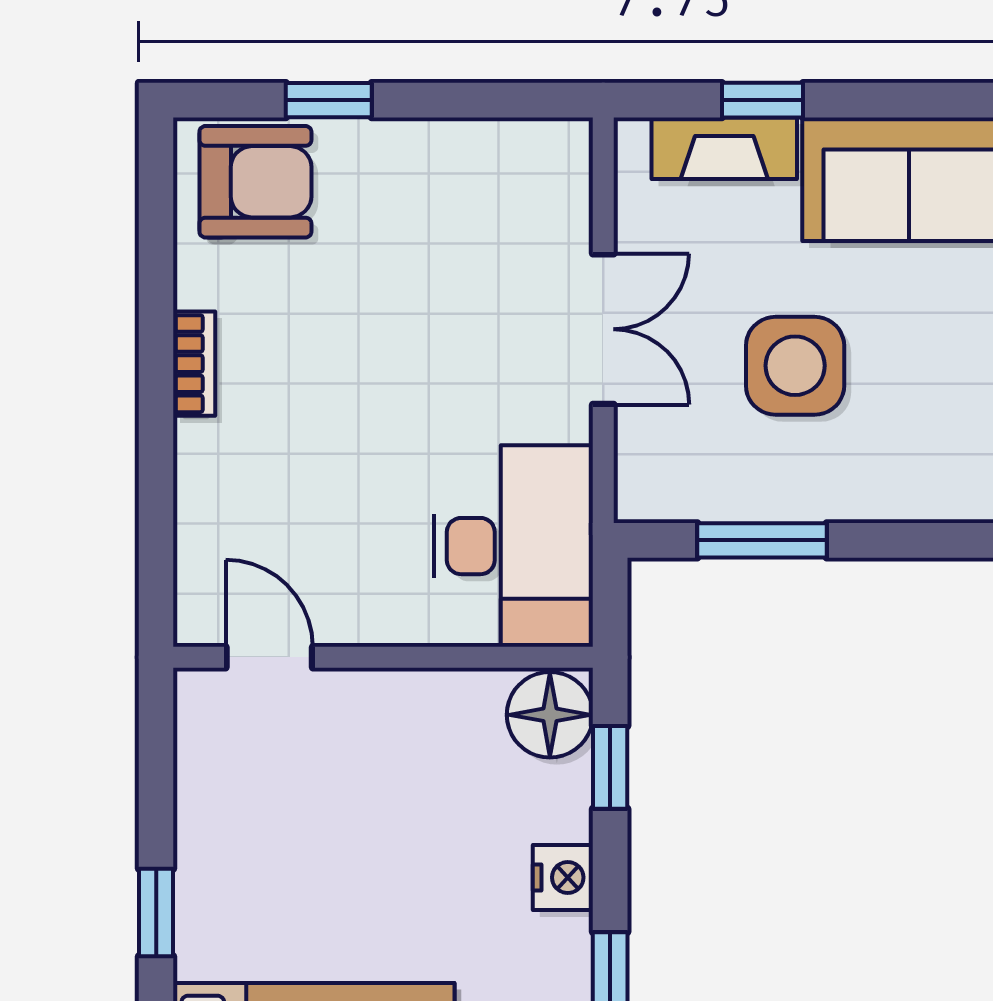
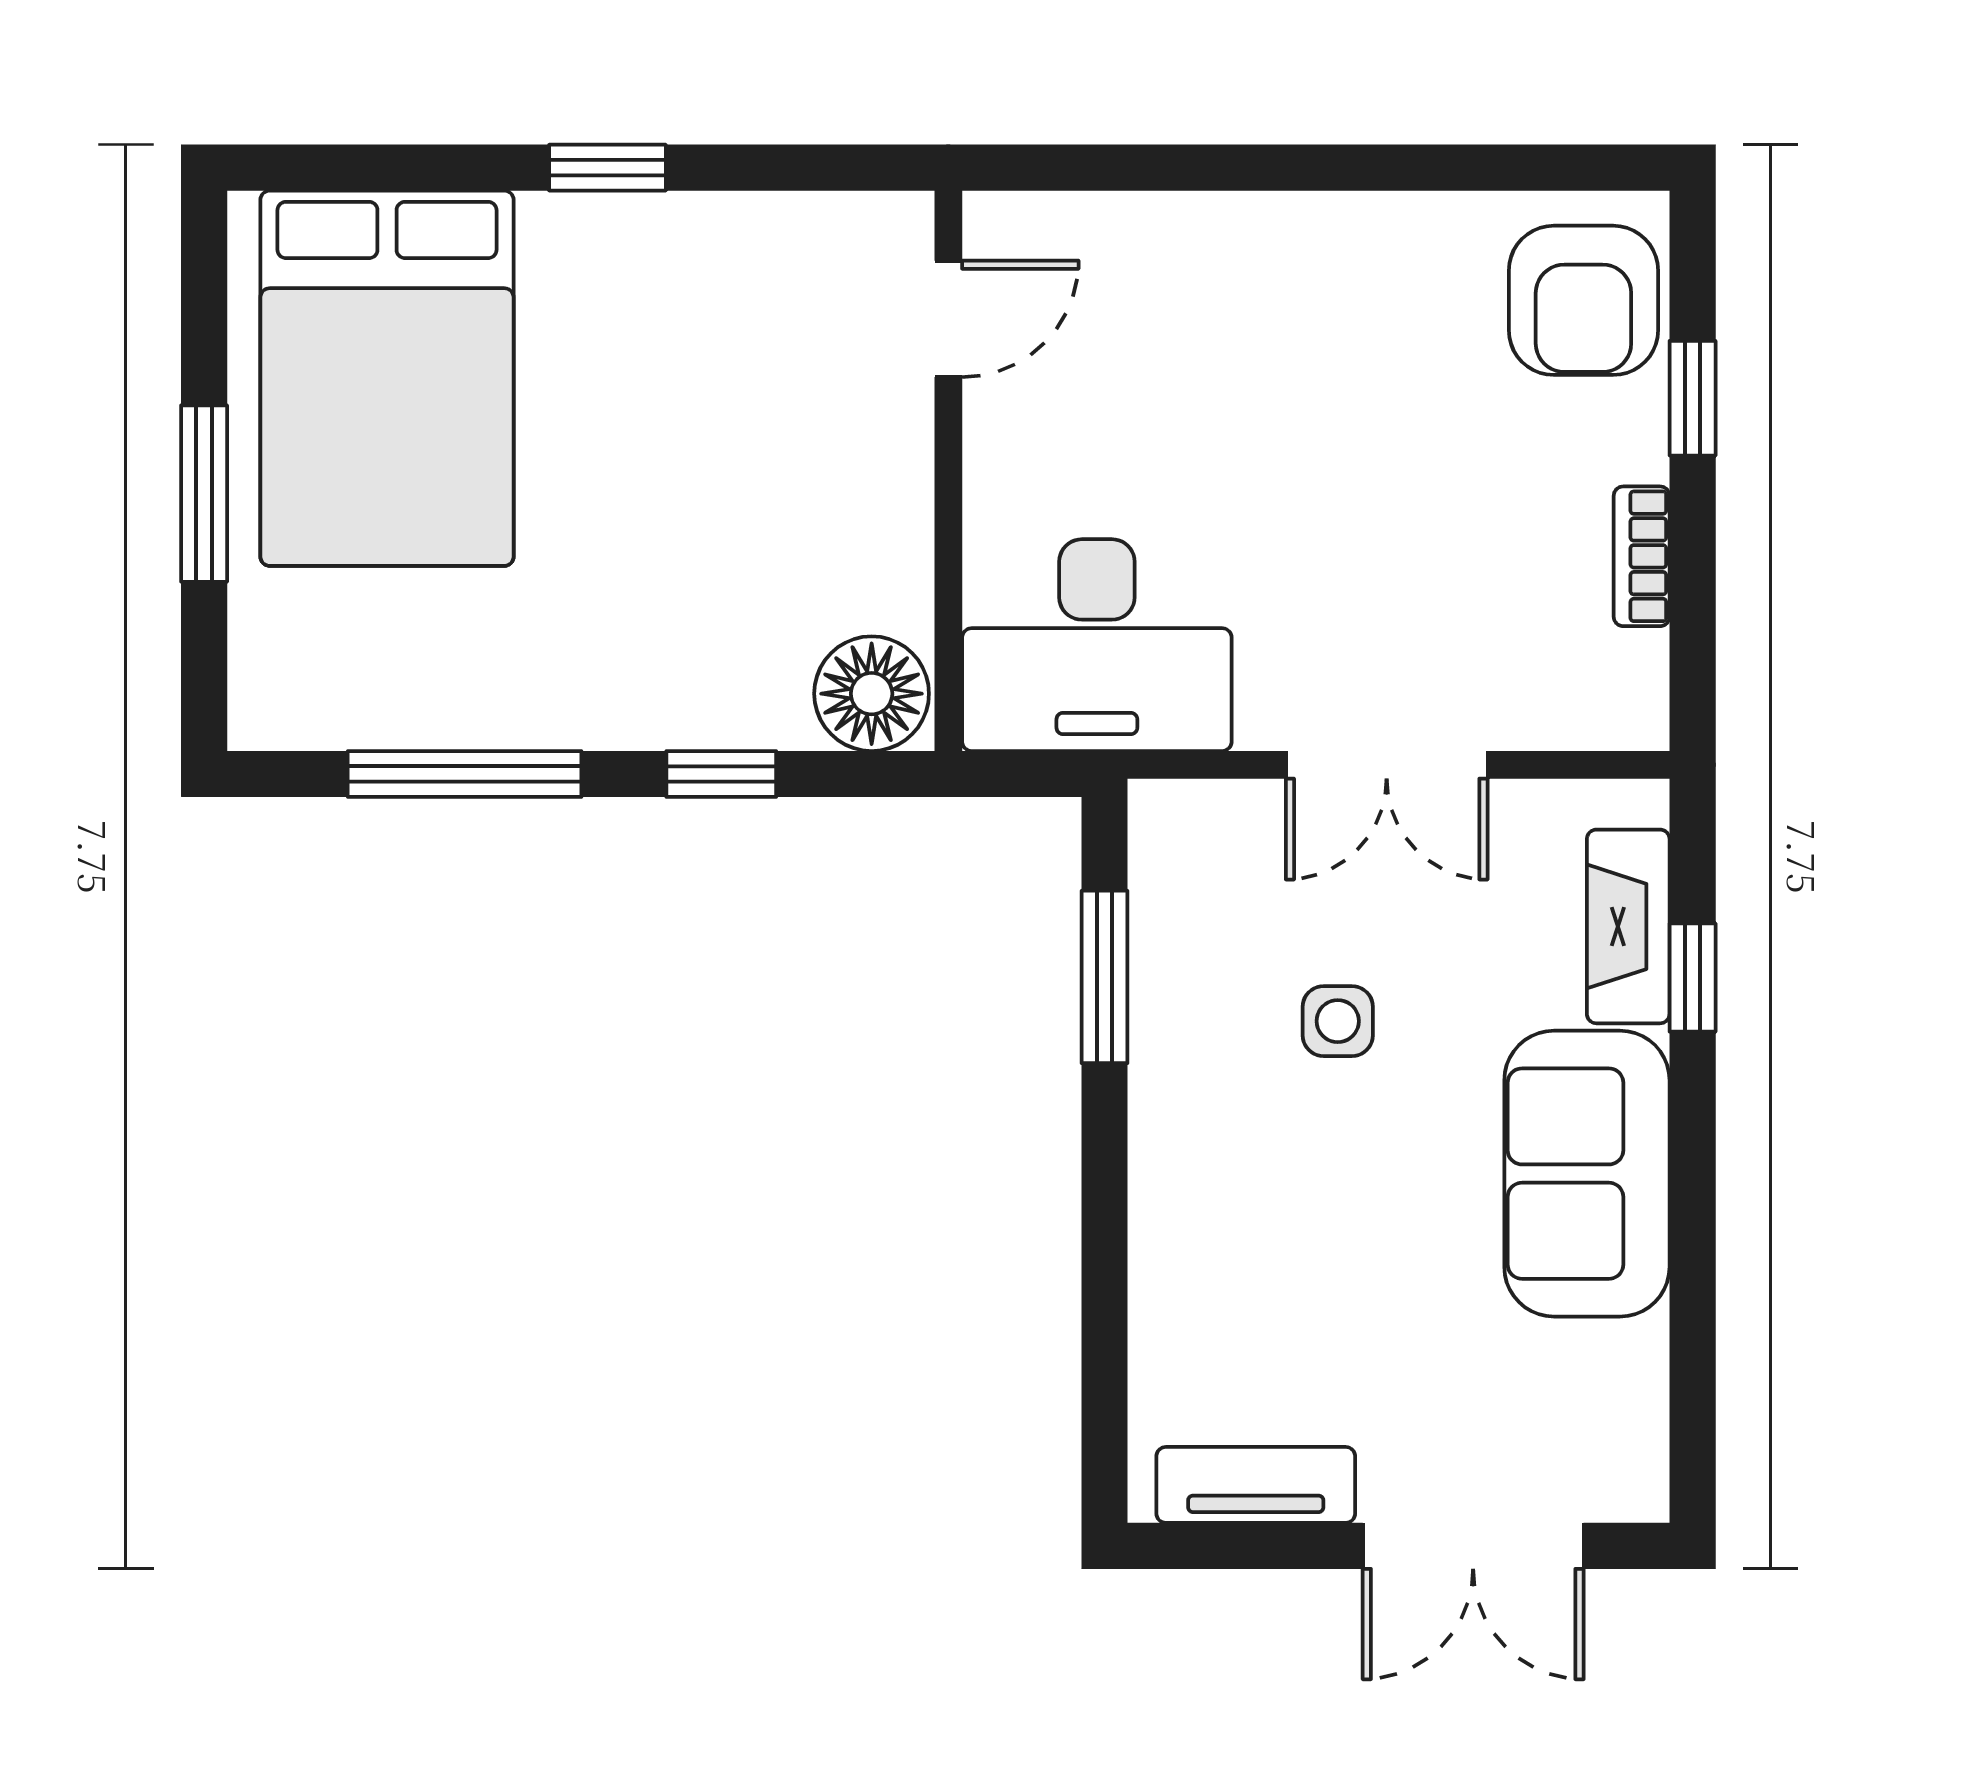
bookcase: (194, 364) -> (1642, 556), moved, turned 90
side table: (795, 366) -> (1338, 1021), width x0.54, depth x0.54
window: (610, 767) -> (721, 774), moved
nightstand: (563, 877) -> (654, 711), removed

